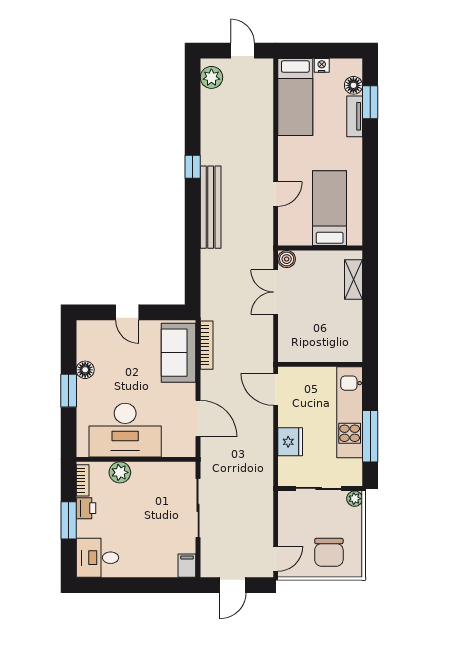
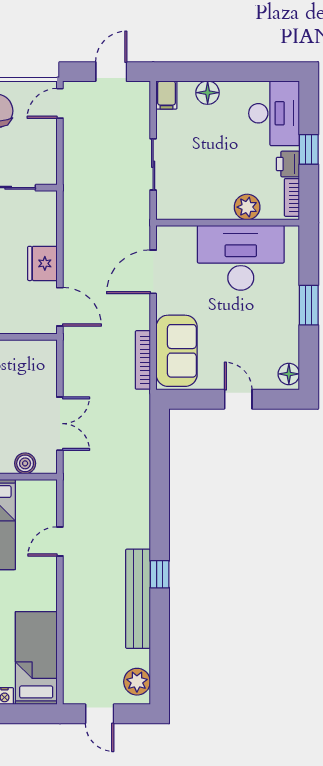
bench: (211, 207) -> (138, 599), moved
boiler: (287, 259) -> (25, 463), moved
floor lamp: (85, 370) -> (289, 374), moved
door: (198, 418) -> (153, 272), hinge flipped
fridge: (290, 442) -> (42, 263), moved
sliding door: (198, 508) -> (153, 164), width x0.73
window: (69, 520) -> (309, 149), width x0.67
desk: (97, 558) -> (274, 113), width x1.37
floor lamp: (153, 568) -> (208, 93), added

